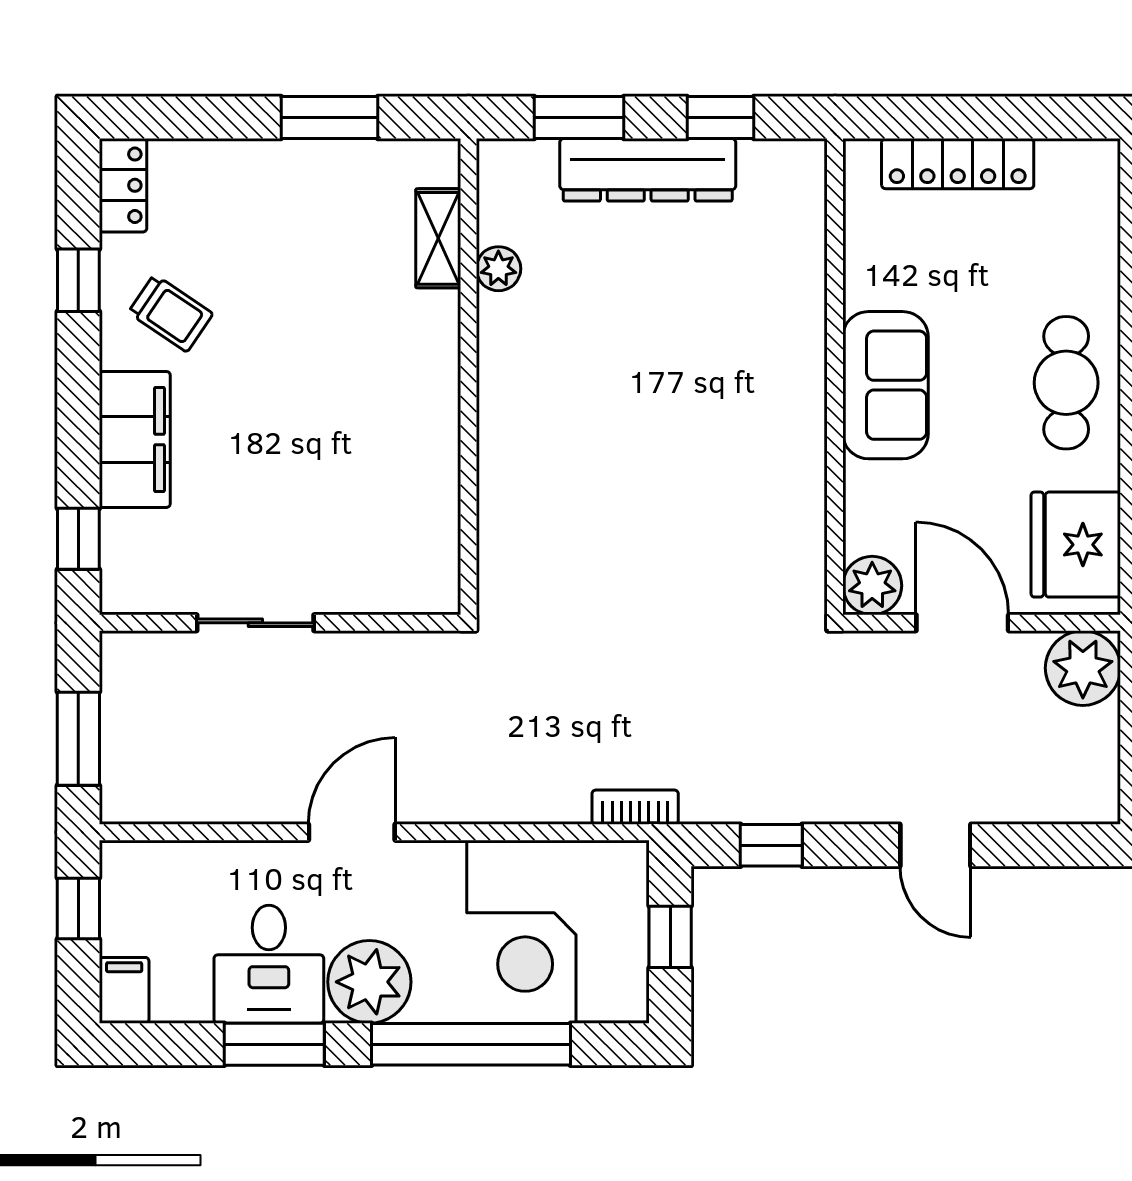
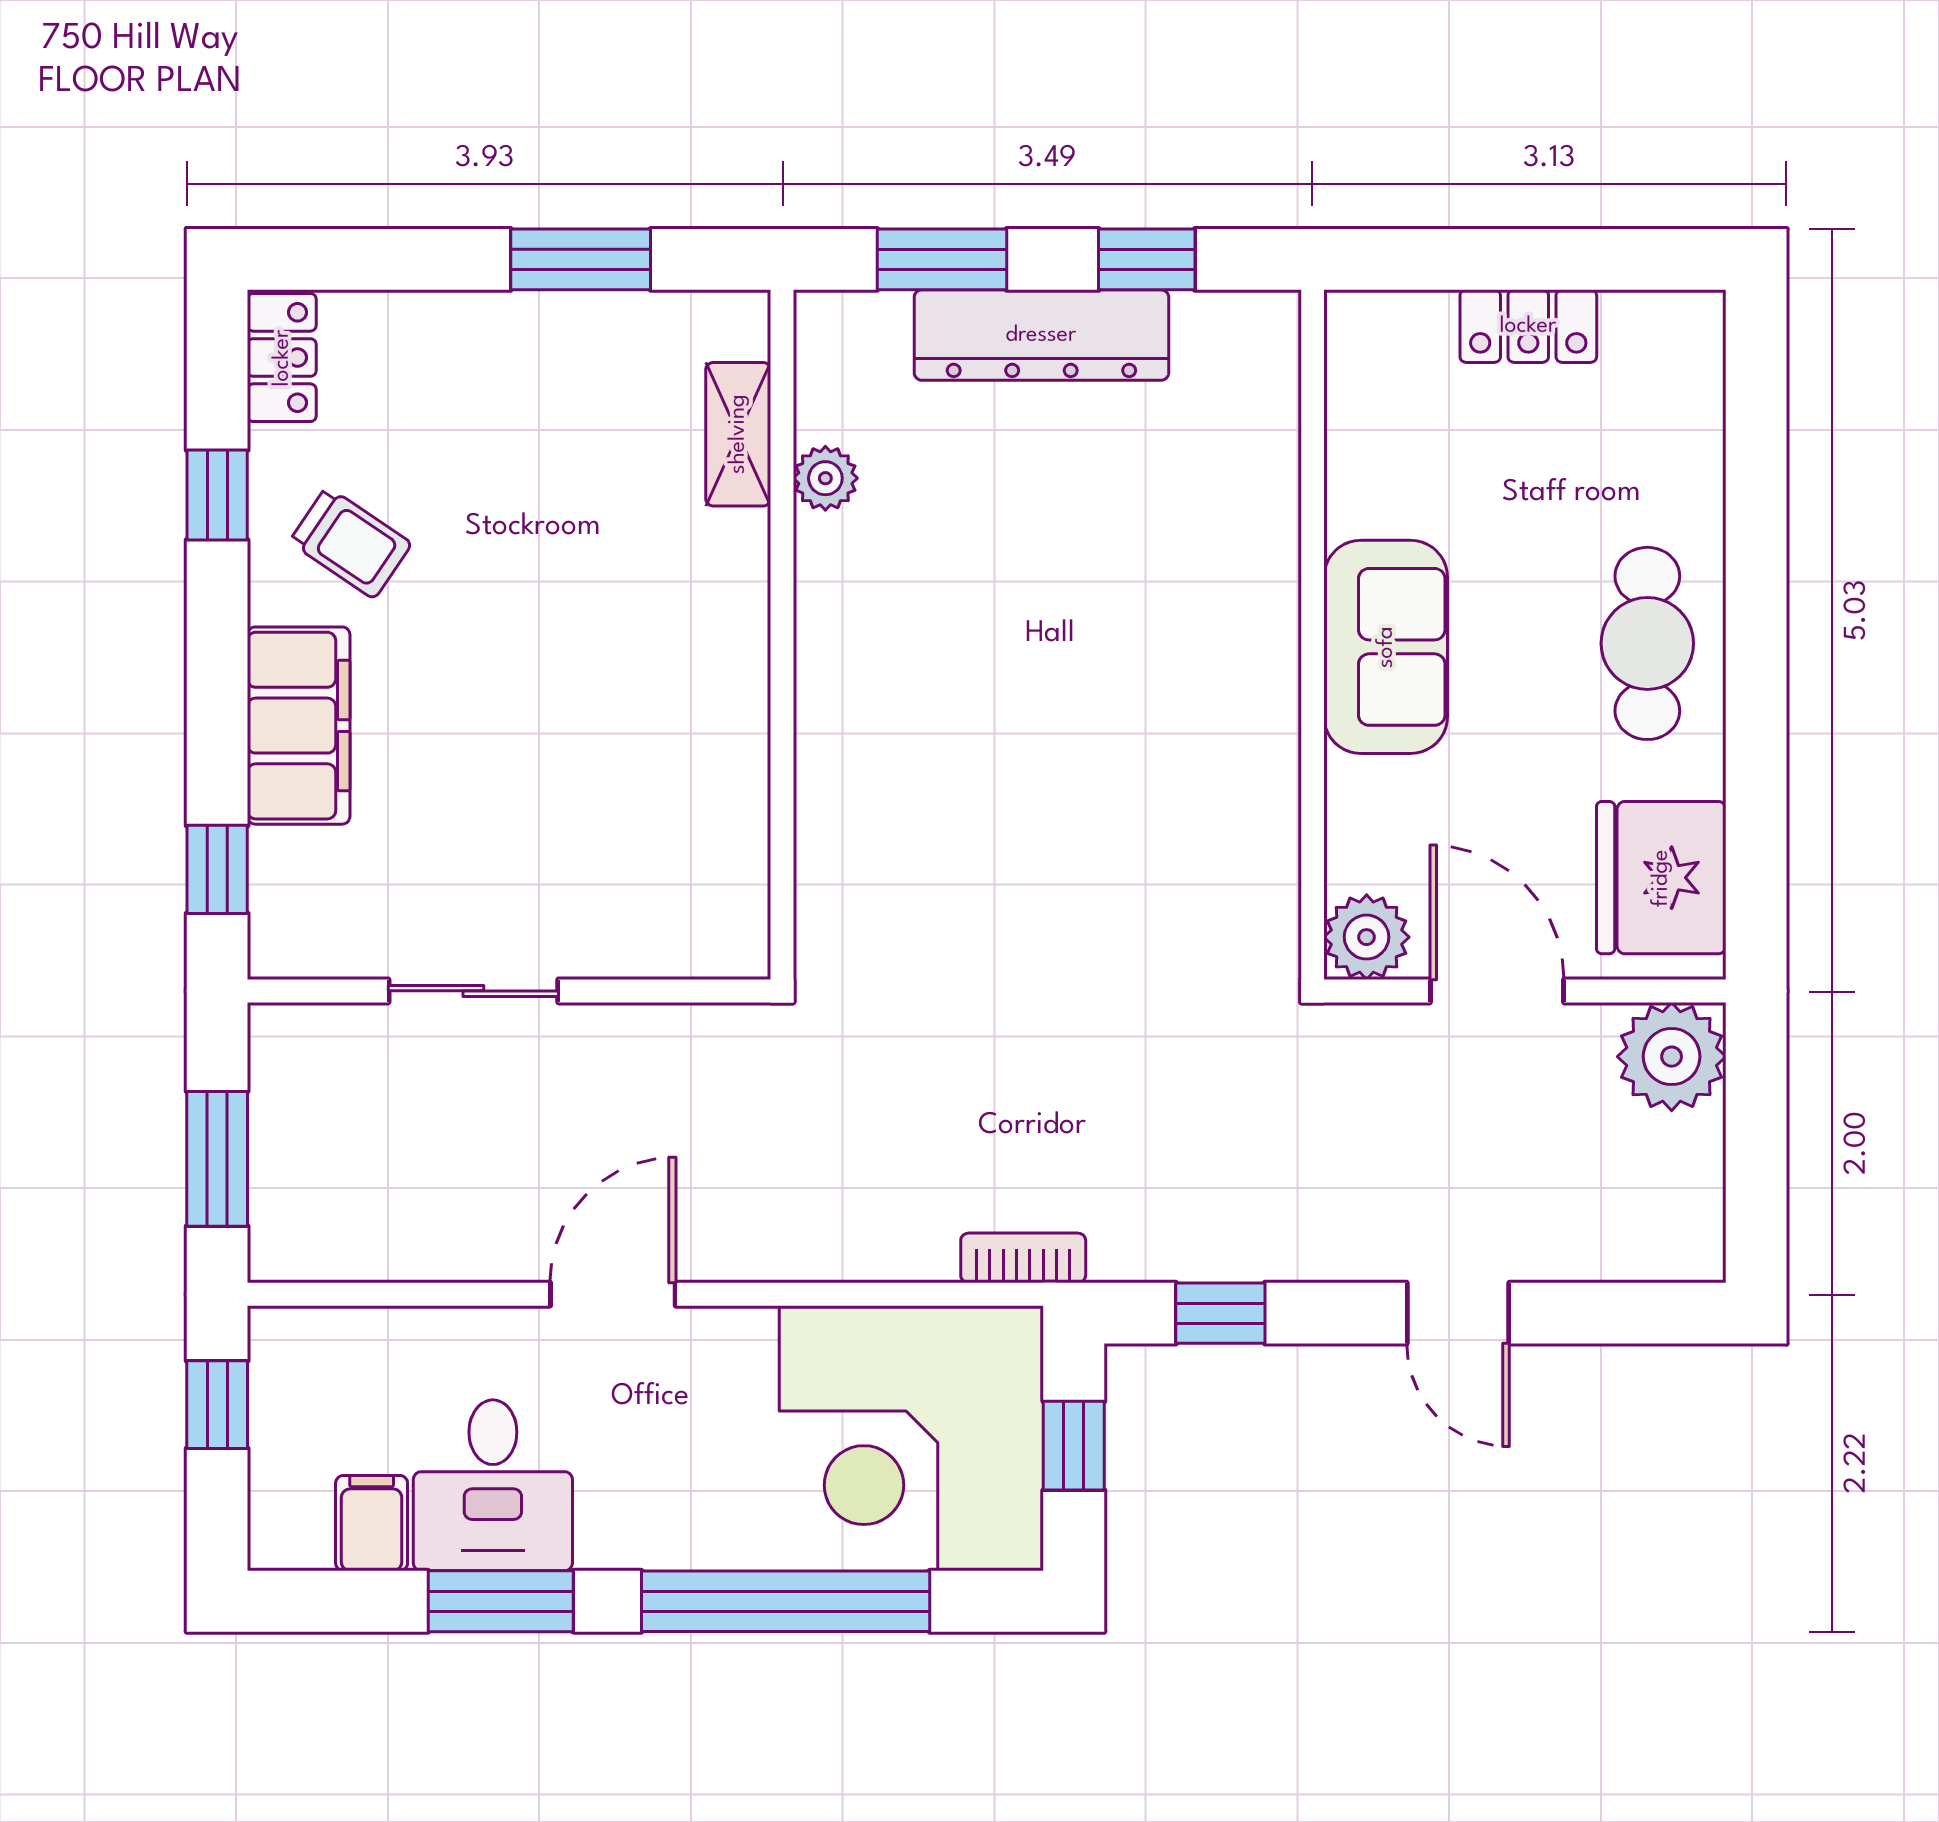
locker: (958, 164) -> (1528, 326), width x0.66
plant: (369, 982) -> (638, 1511), removed
filing cabinet: (124, 990) -> (372, 1523), moved

